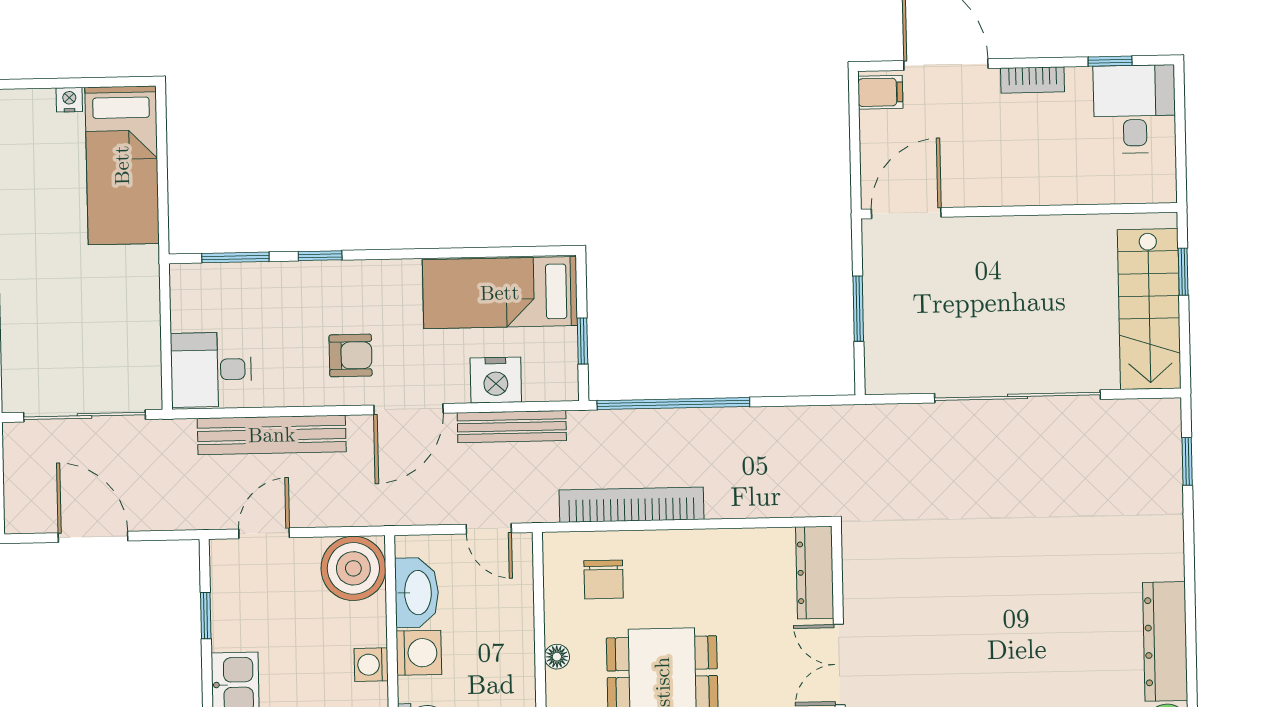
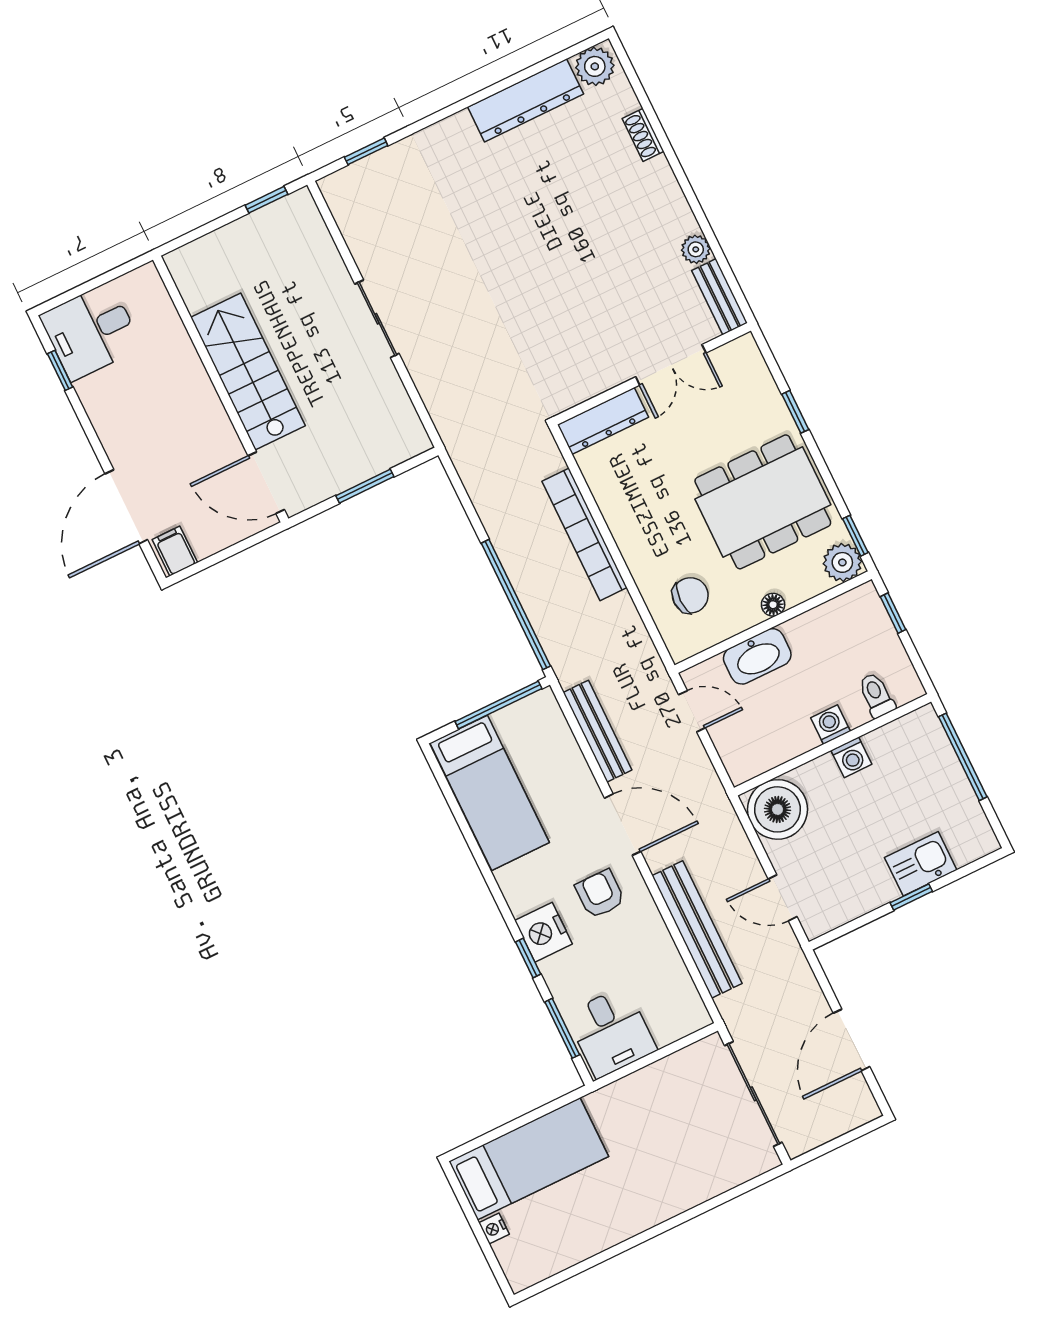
bookcase: (1033, 80) -> (106, 428), removed
window: (1183, 272) -> (267, 200), moved
stairs: (1149, 309) -> (248, 372), moved, turned -90
window: (582, 341) -> (498, 705), width x2.17
desk: (211, 370) -> (611, 1032), moved
nightstand: (496, 380) -> (543, 932), moved, turned 180
sliding door: (1018, 396) -> (377, 319), width x0.54
bookcase: (632, 505) -> (585, 534), moved
door: (489, 529) -> (692, 711), hinge flipped
washbasin: (417, 593) -> (757, 656), moved, turned 180
window: (206, 616) -> (911, 897), moved
washing machine: (419, 653) -> (831, 725), width x0.73, depth x0.73

